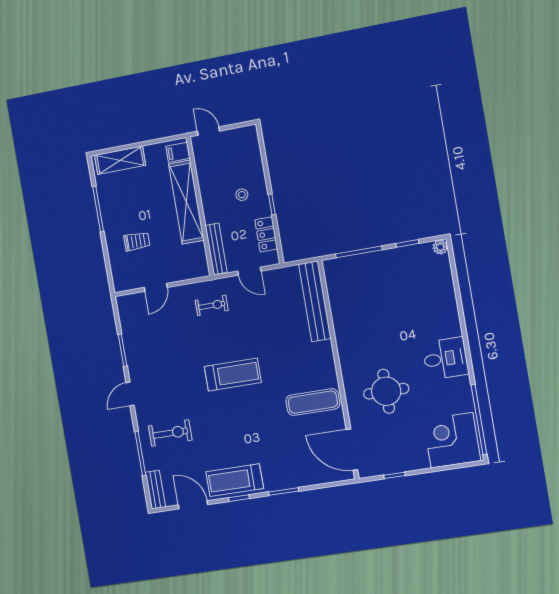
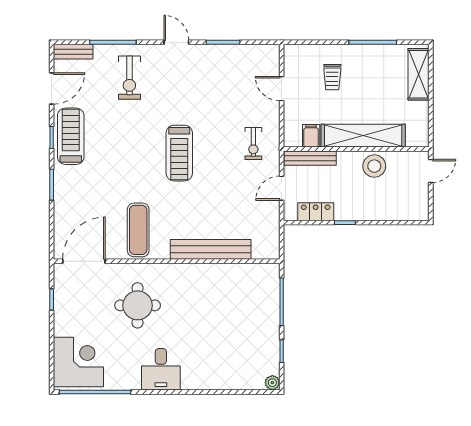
filing cabinet: (178, 152) -> (311, 136), moved
stool: (242, 195) -> (374, 166), moved, width x1.89, depth x1.89
bench: (315, 301) -> (211, 249), moved

